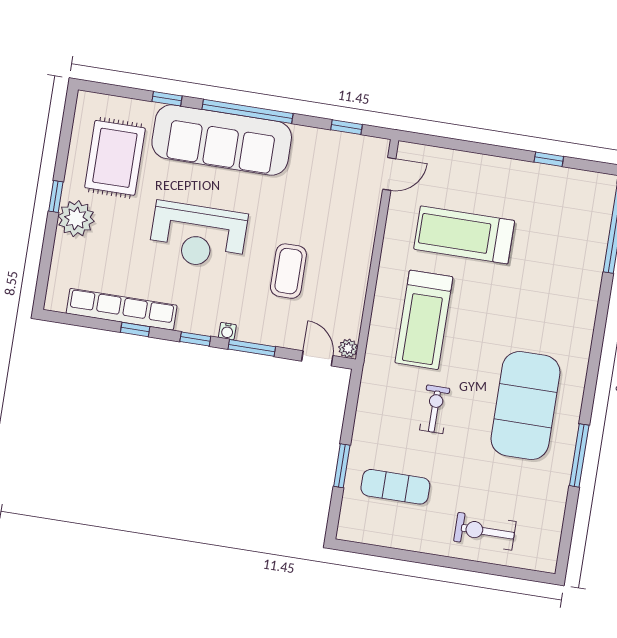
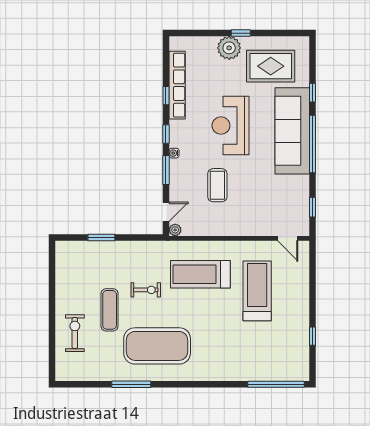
coffee table: (288, 271) -> (217, 185), turned 90
exercise mat: (395, 487) -> (110, 310), moved

